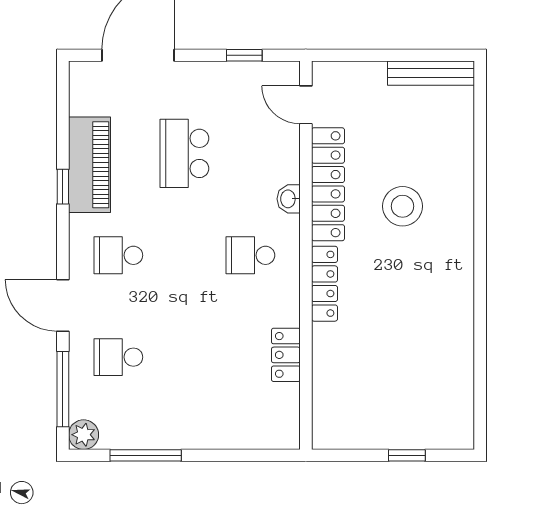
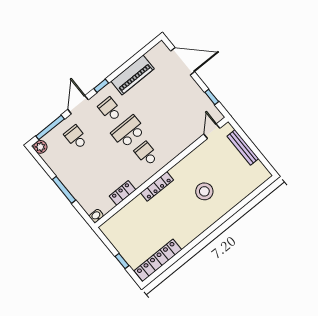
bench: (431, 73) -> (243, 147), moved
school desk: (184, 153) -> (128, 132), moved
locker: (328, 184) -> (158, 260), moved, turned 180
window: (63, 187) -> (101, 86), moved
washbasin: (289, 199) -> (96, 216), moved
window: (146, 455) -> (64, 190), moved

